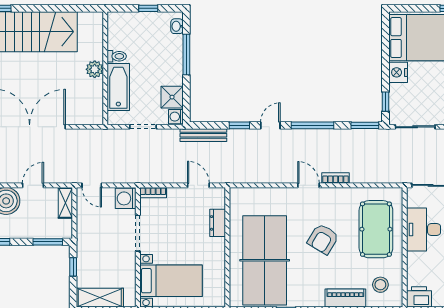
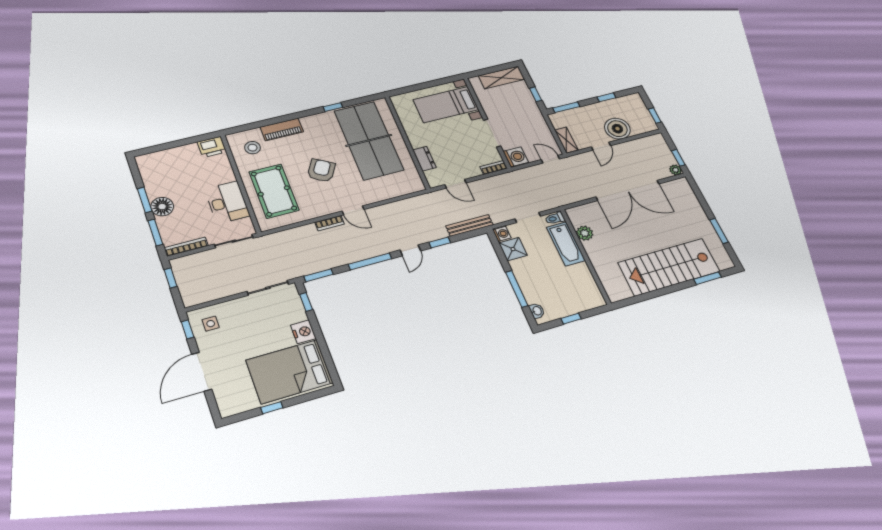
toilet: (117, 56) -> (555, 218), moved
plant: (95, 69) -> (585, 233), moved

